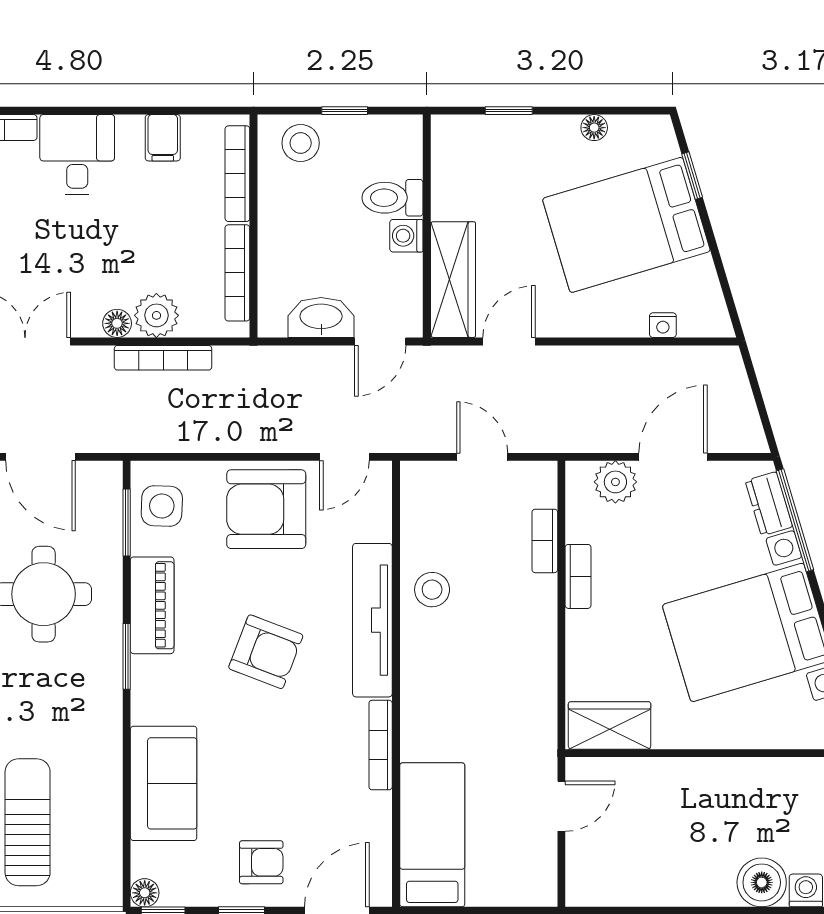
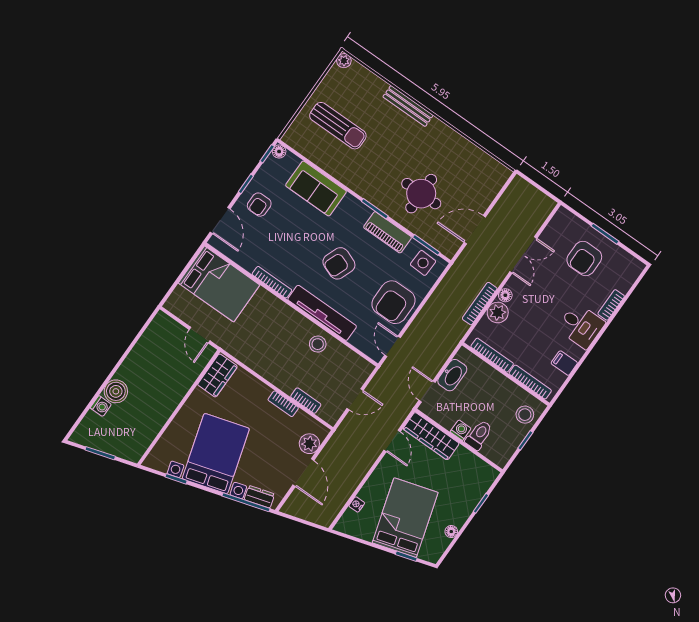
armchair: (266, 509) -> (394, 302), turned 180
bed: (432, 835) -> (219, 284), width x1.50

